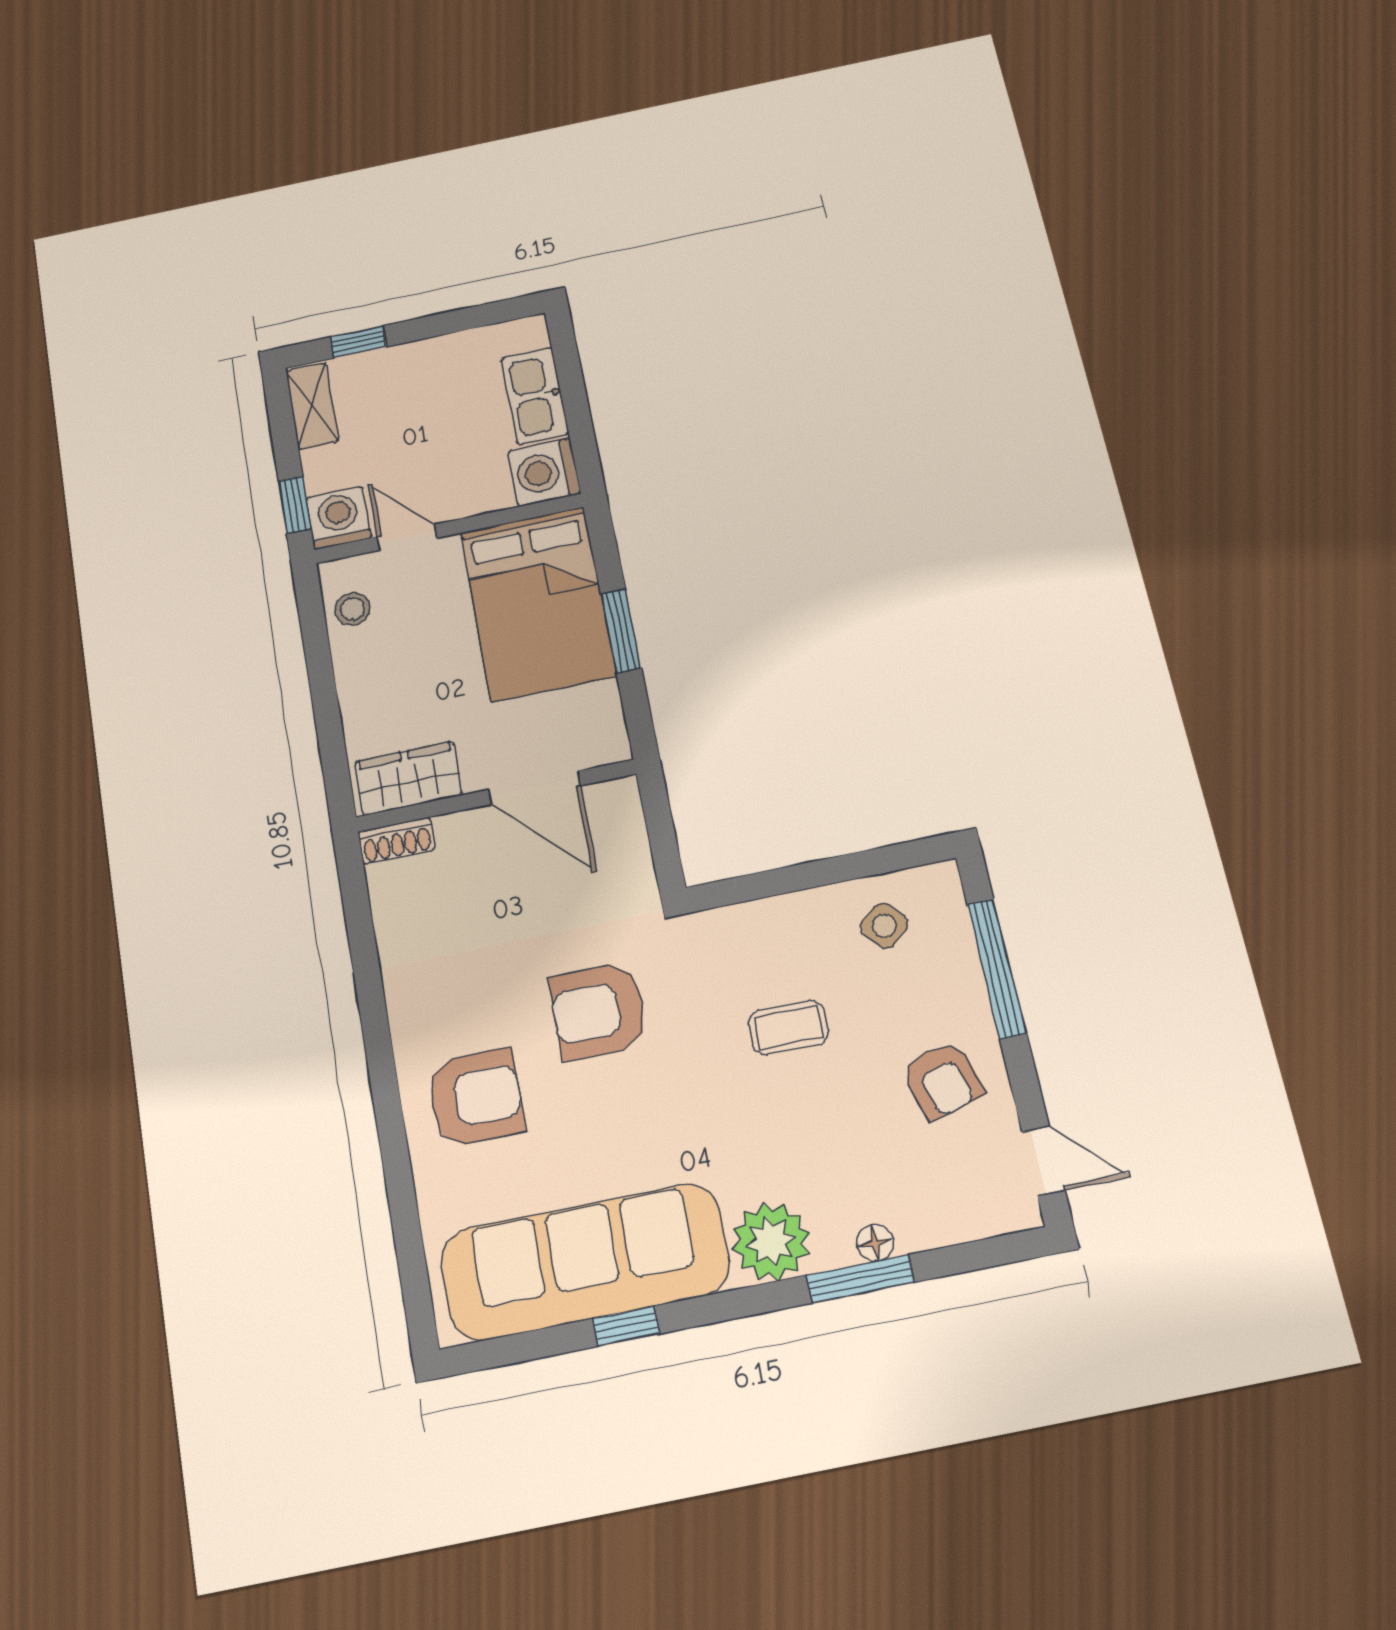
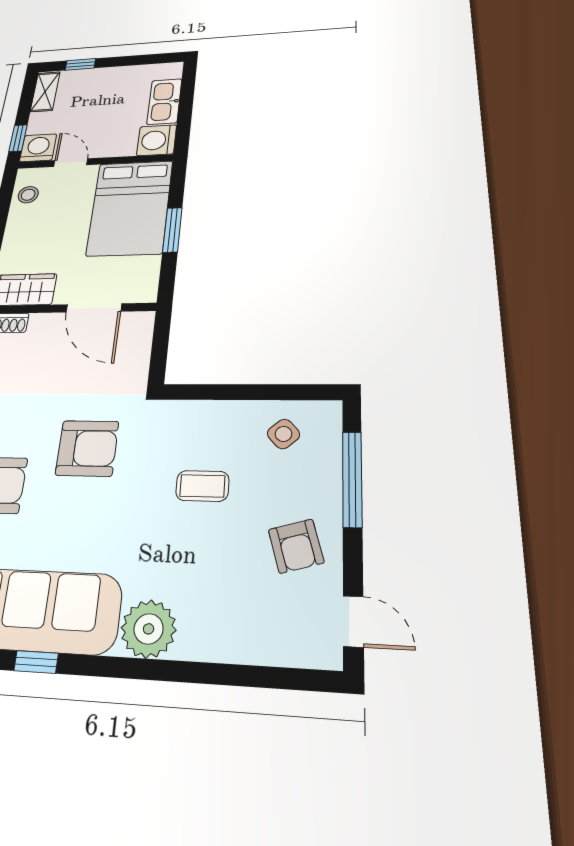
armchair: (599, 1011) -> (87, 448), turned 180
floor lamp: (875, 1243) -> (219, 649), removed
window: (861, 1279) -> (202, 673), removed

